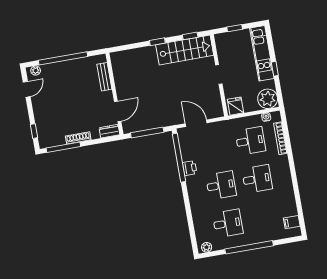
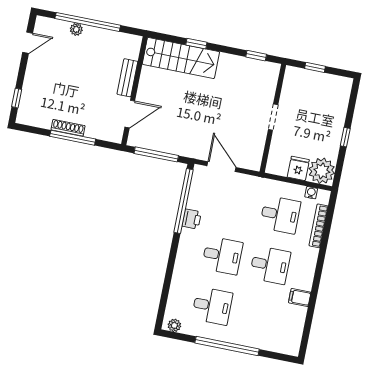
window: (157, 42) -> (196, 44), moved
stairs: (185, 50) -> (181, 58), moved
kitchen unit: (262, 53) -> (337, 112), removed
plant: (36, 71) -> (76, 29), moved
bench: (104, 77) -> (127, 78), moved
fridge: (236, 106) -> (298, 168), moved
dresser: (109, 131) -> (110, 135), removed
window: (63, 147) -> (73, 138), moved
filing cabinet: (292, 222) -> (300, 297), moved

